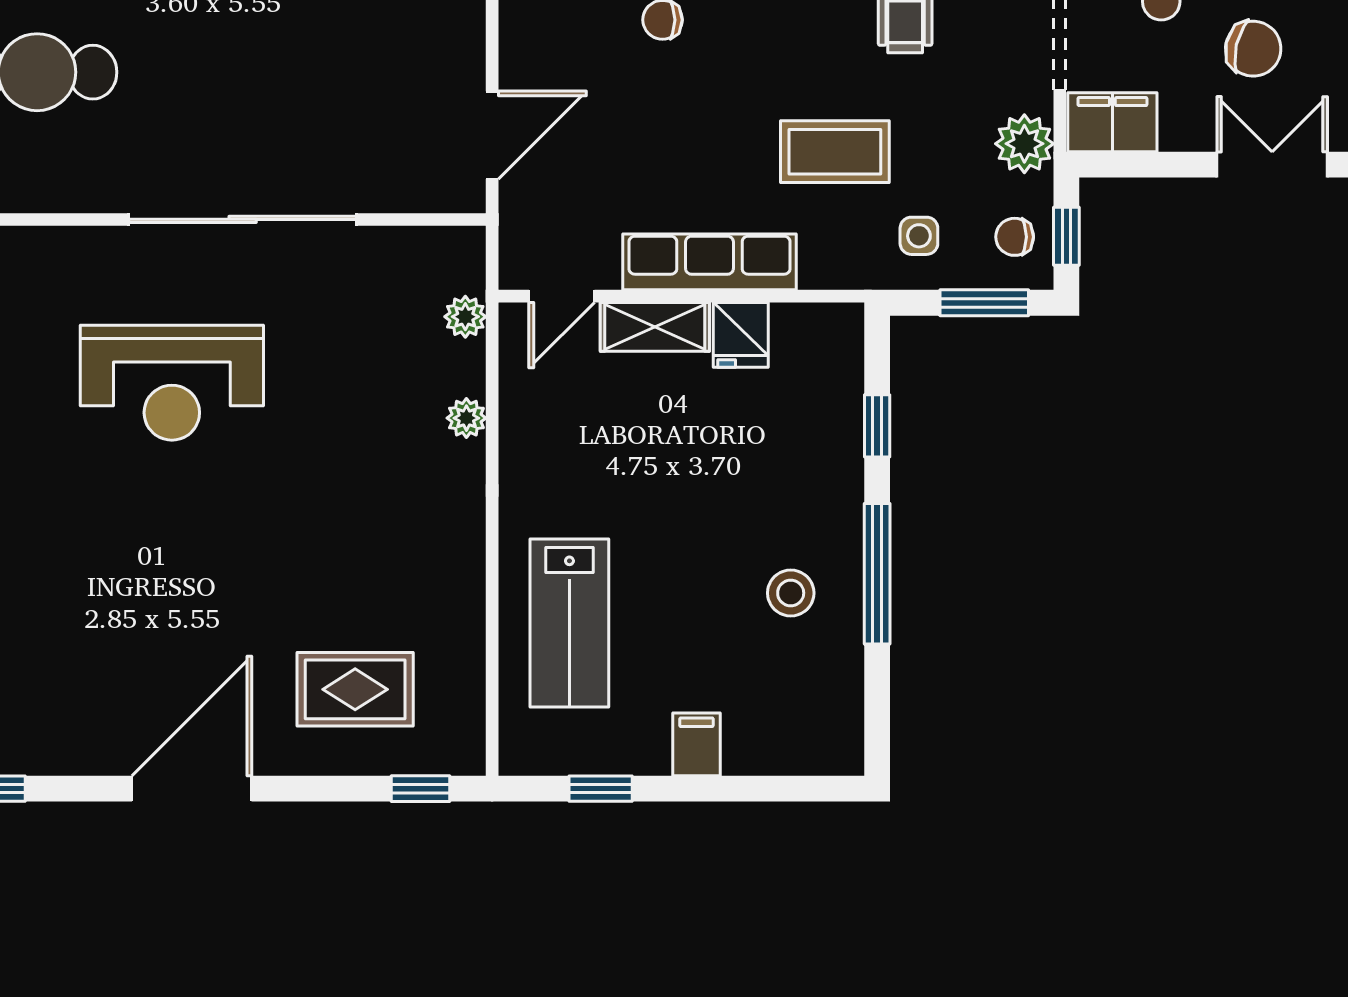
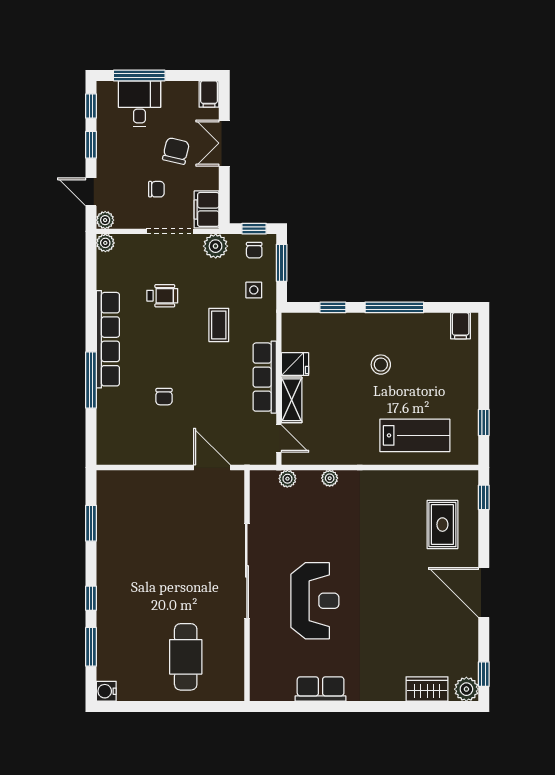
coffee table: (835, 152) -> (219, 325), width x0.73, depth x0.77
stool: (791, 593) -> (381, 365), moved
filing cabinet: (696, 744) -> (461, 326), moved, turned -90

